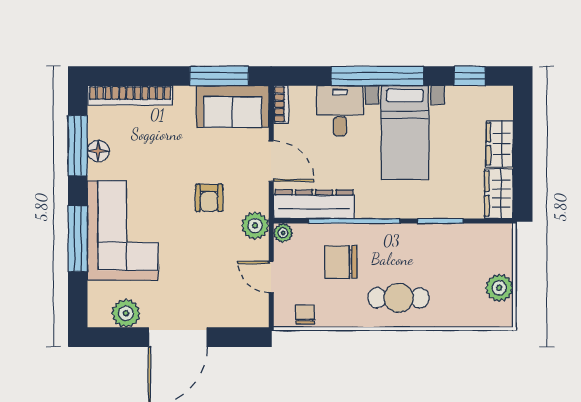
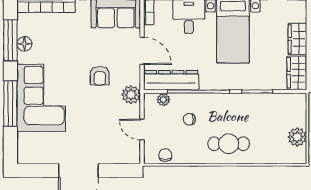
plant: (283, 233) -> (163, 100), moved
chair: (341, 262) -> (189, 119), width x0.54, depth x0.54
plant: (126, 313) -> (43, 154), removed

